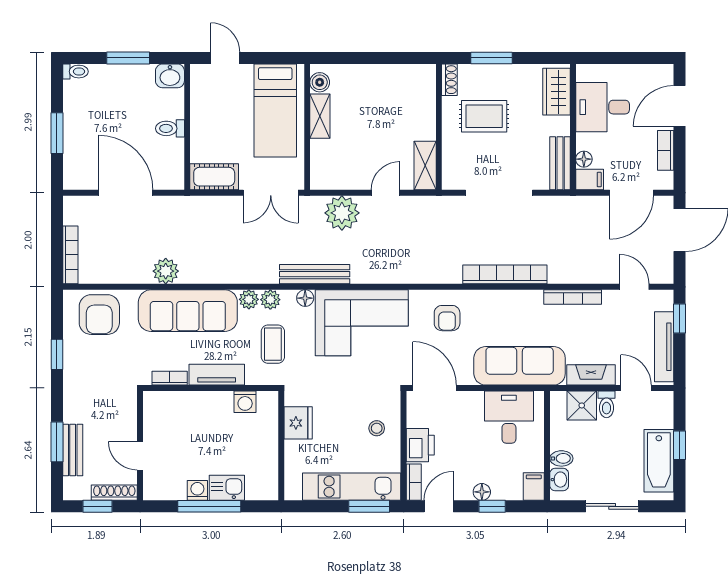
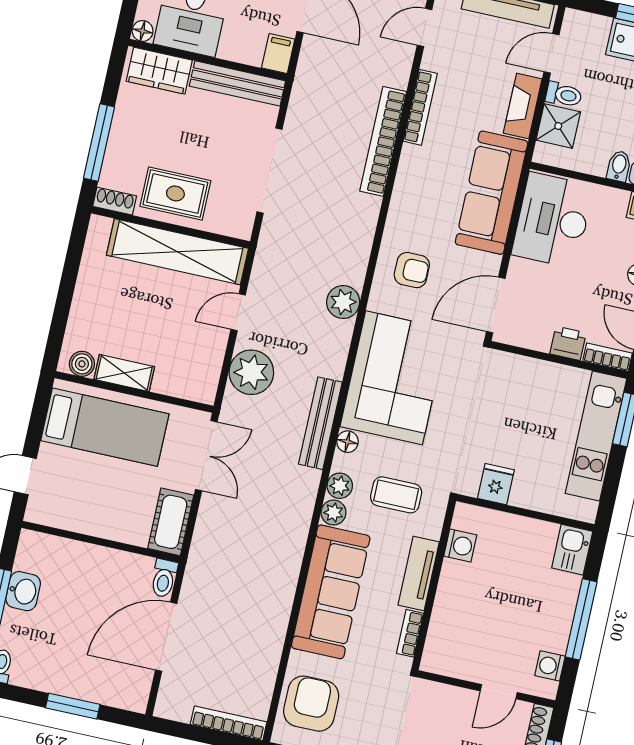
window: (491, 58) -> (99, 142), width x1.44
washbasin: (170, 76) -> (23, 591), moved
rug: (484, 116) -> (175, 193), moved, turned 90
toilet: (170, 128) -> (164, 578), moved
floor lamp: (584, 159) -> (143, 31), moved
bench: (560, 163) -> (237, 83), width x1.36
shelving: (425, 165) -> (177, 252), width x2.20, depth x1.33
door: (386, 193) -> (238, 312), hinge flipped
plant: (166, 271) -> (343, 302), moved
bookcase: (505, 274) -> (383, 141), moved
armchair: (99, 315) -> (311, 704), turned -90
desk: (509, 417) -> (553, 220), width x1.37
fridge: (298, 423) -> (496, 484), width x0.72
stool: (377, 428) -> (530, 388), removed
printer: (420, 445) -> (568, 343), width x0.73, depth x0.81
kitchen sink: (227, 488) -> (572, 550), moved
washing machine: (197, 490) -> (550, 666), moved

